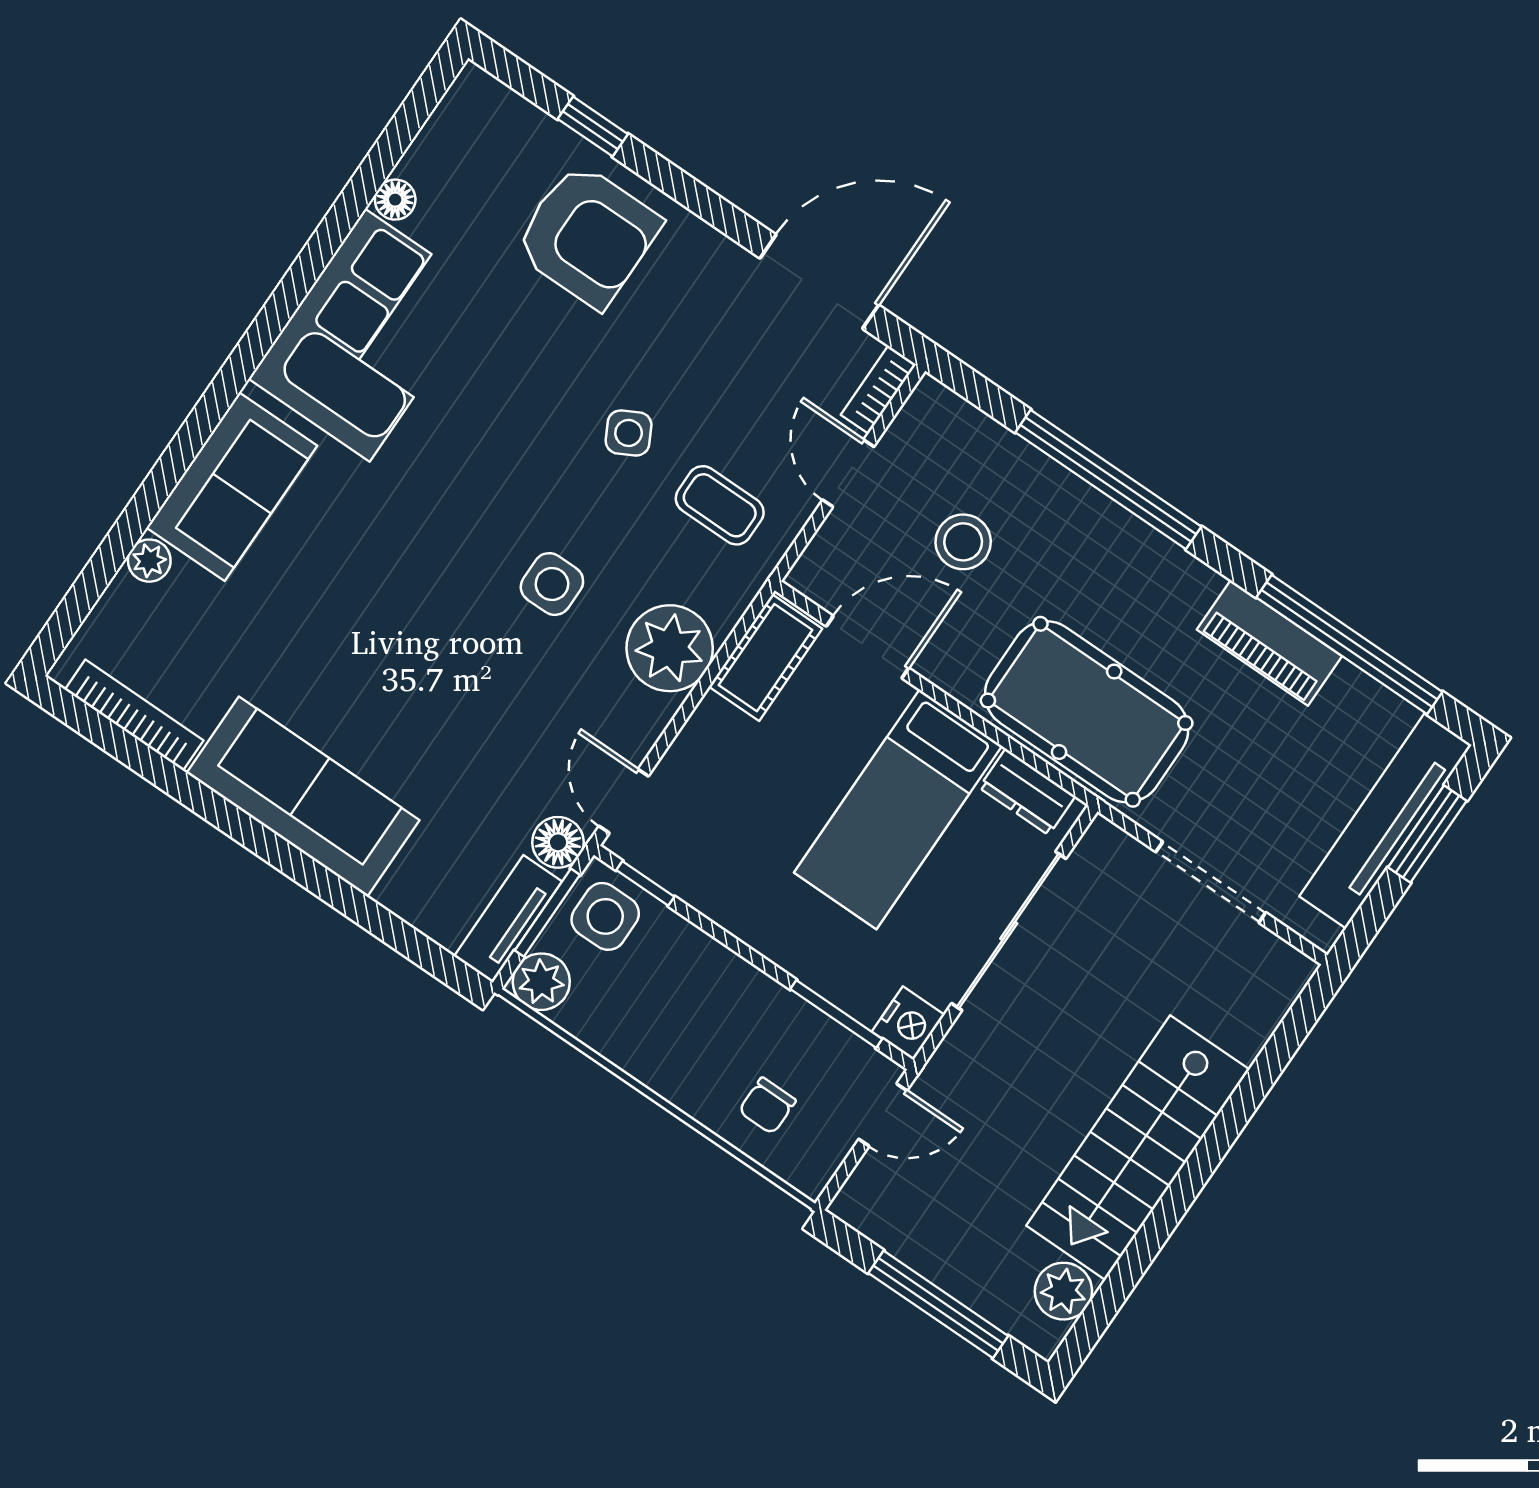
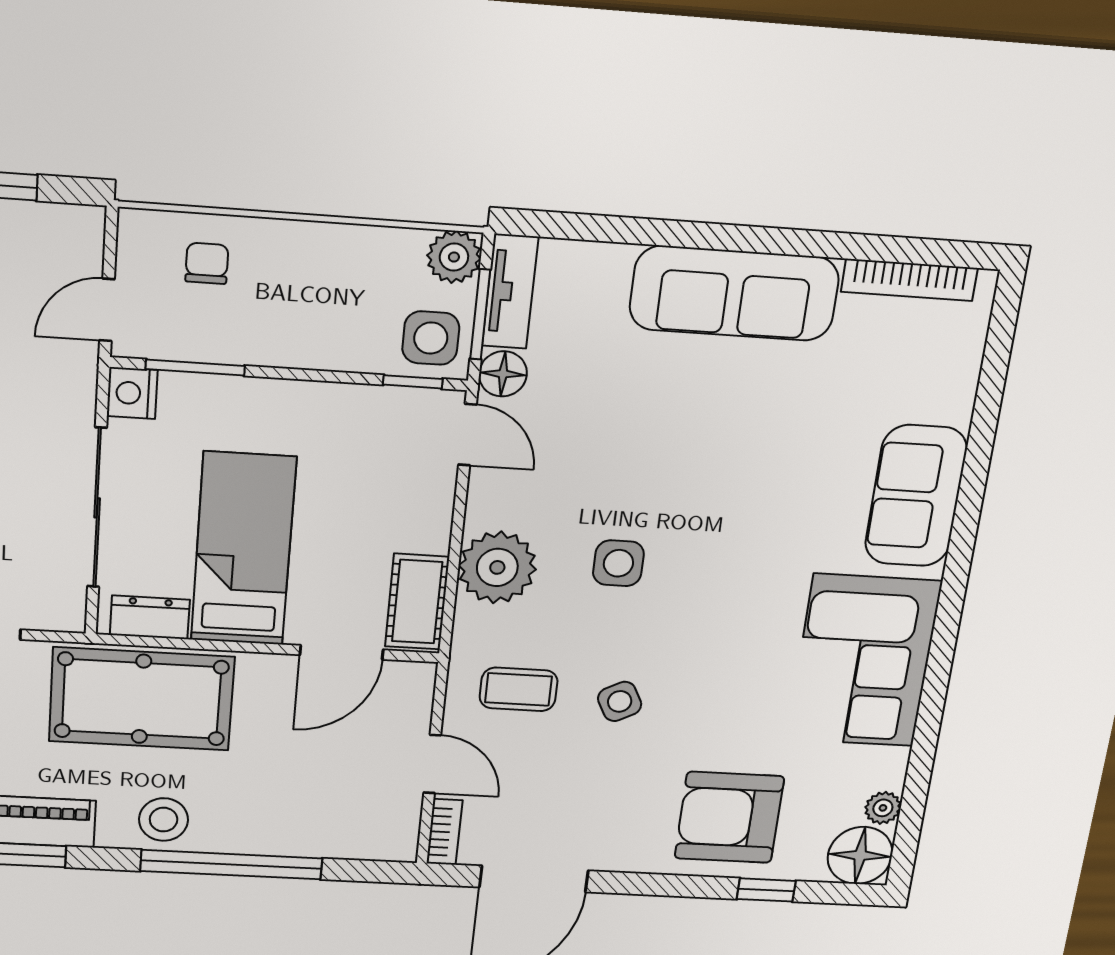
floor lamp: (395, 200) -> (860, 855), moved, width x1.89, depth x1.89
stool: (963, 542) -> (164, 820), moved
plant: (149, 561) -> (883, 808), moved

